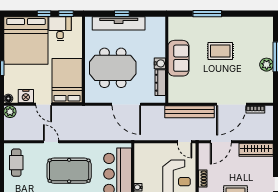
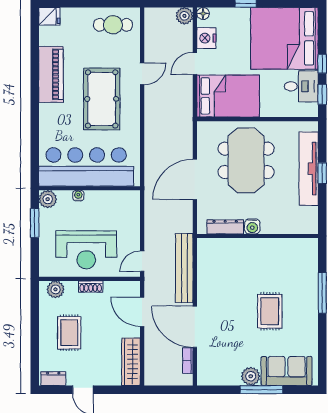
sofa: (178, 58) -> (287, 371), moved, turned 180

